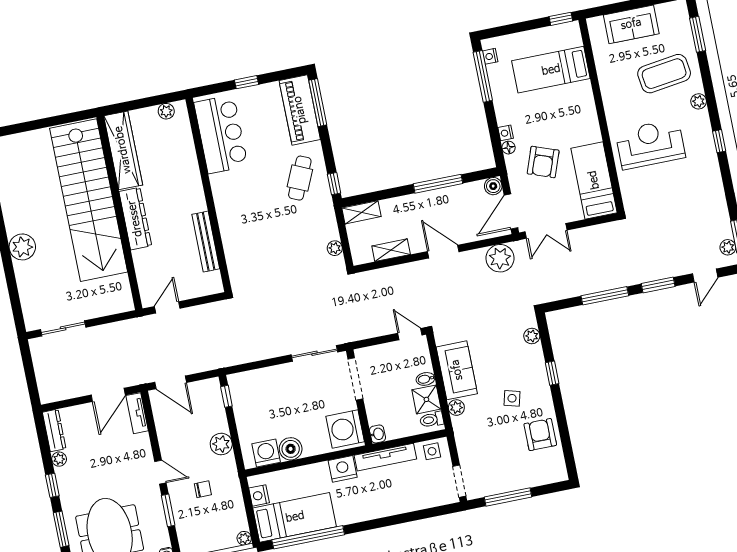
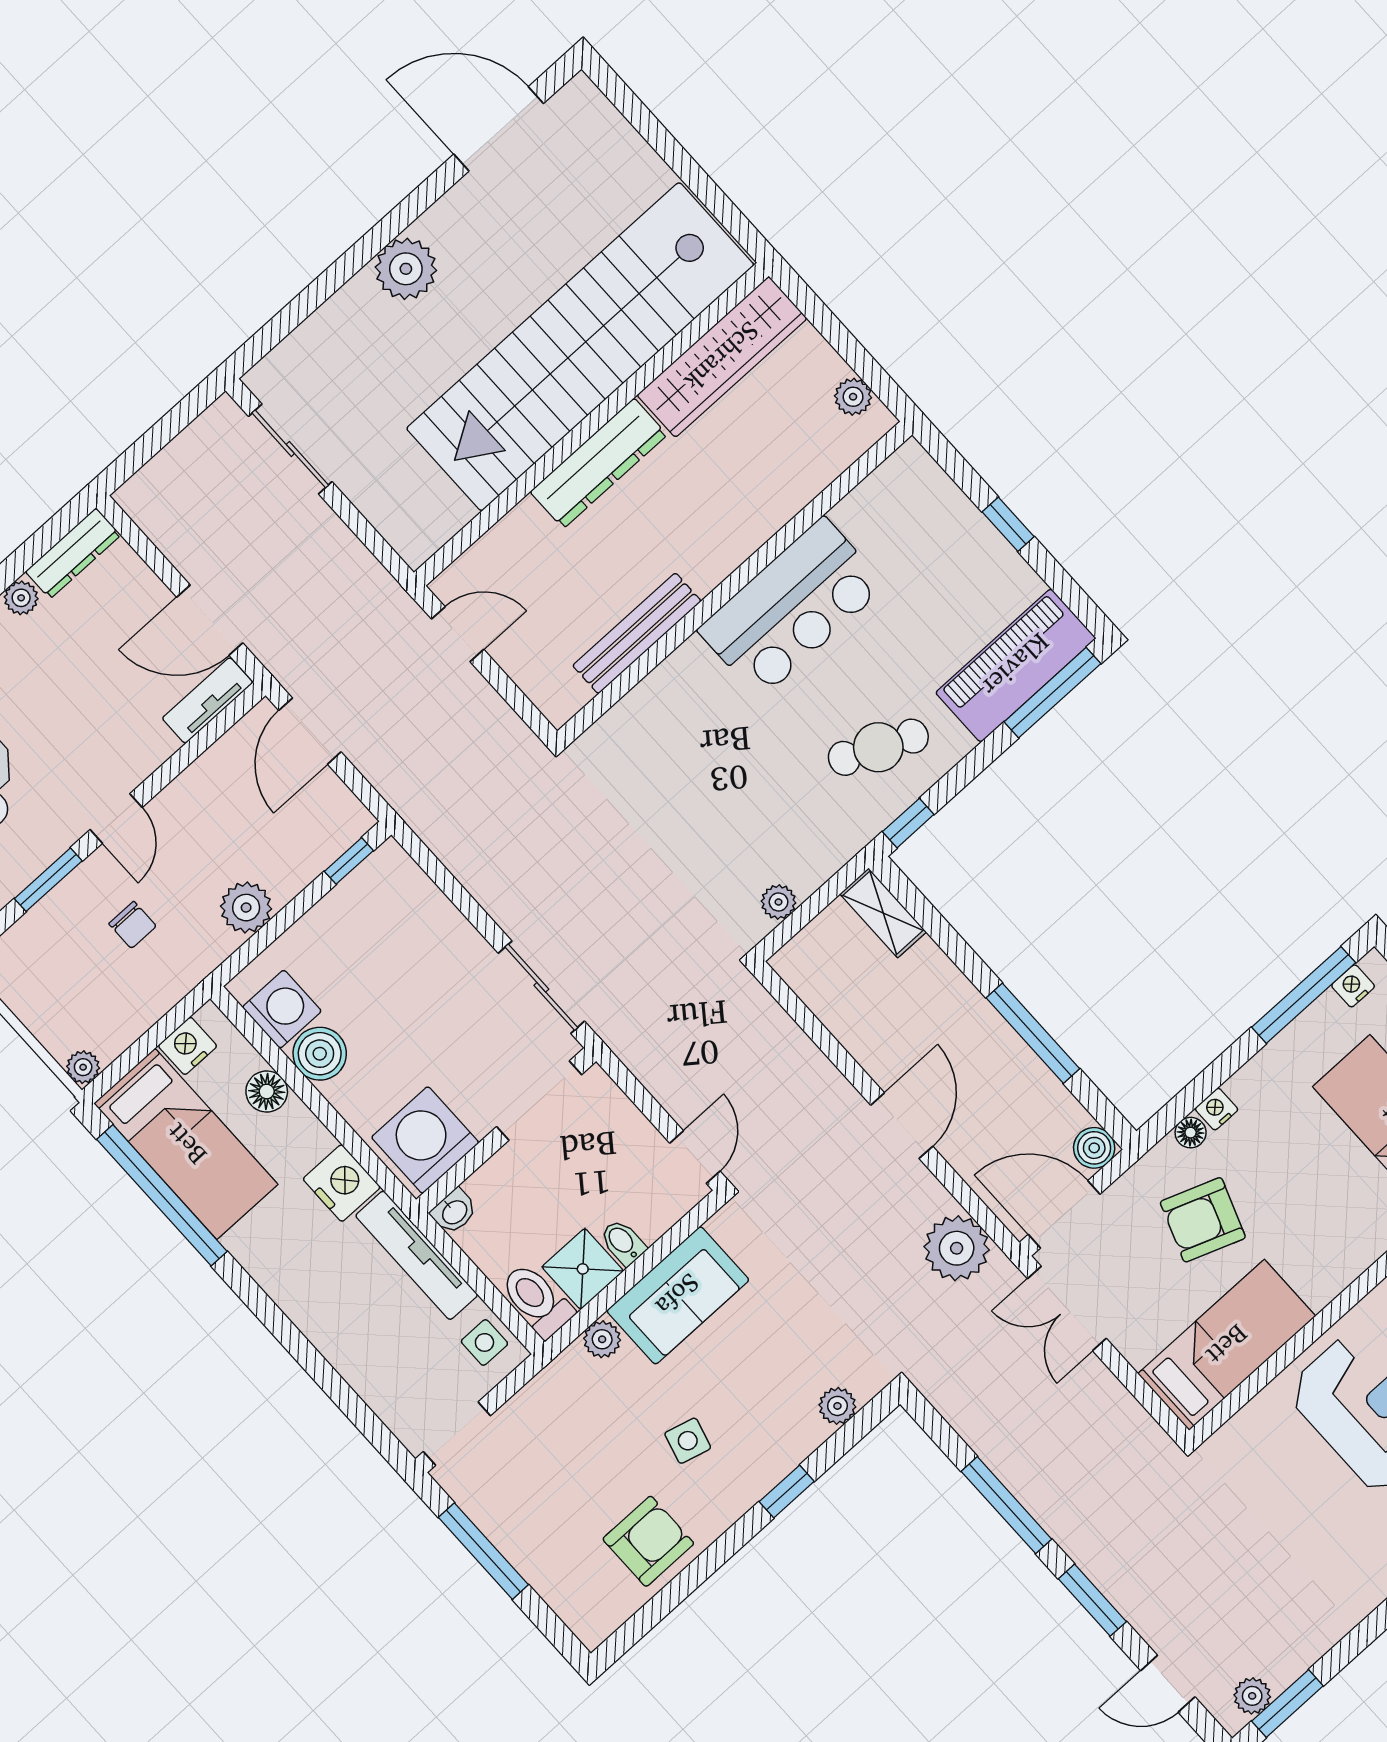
bar counter: (221, 134) -> (792, 608), moved
shelving: (391, 250) -> (842, 1018), removed
toilet: (432, 420) -> (537, 1300), width x1.37, depth x1.39
floor lamp: (293, 476) -> (267, 1091), added

